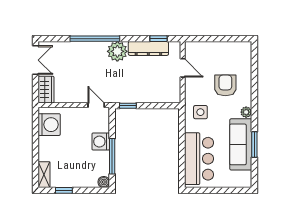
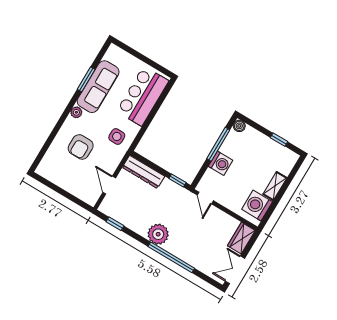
dresser: (148, 48) -> (143, 172), moved, turned 180
shelving: (44, 175) -> (275, 186), moved

